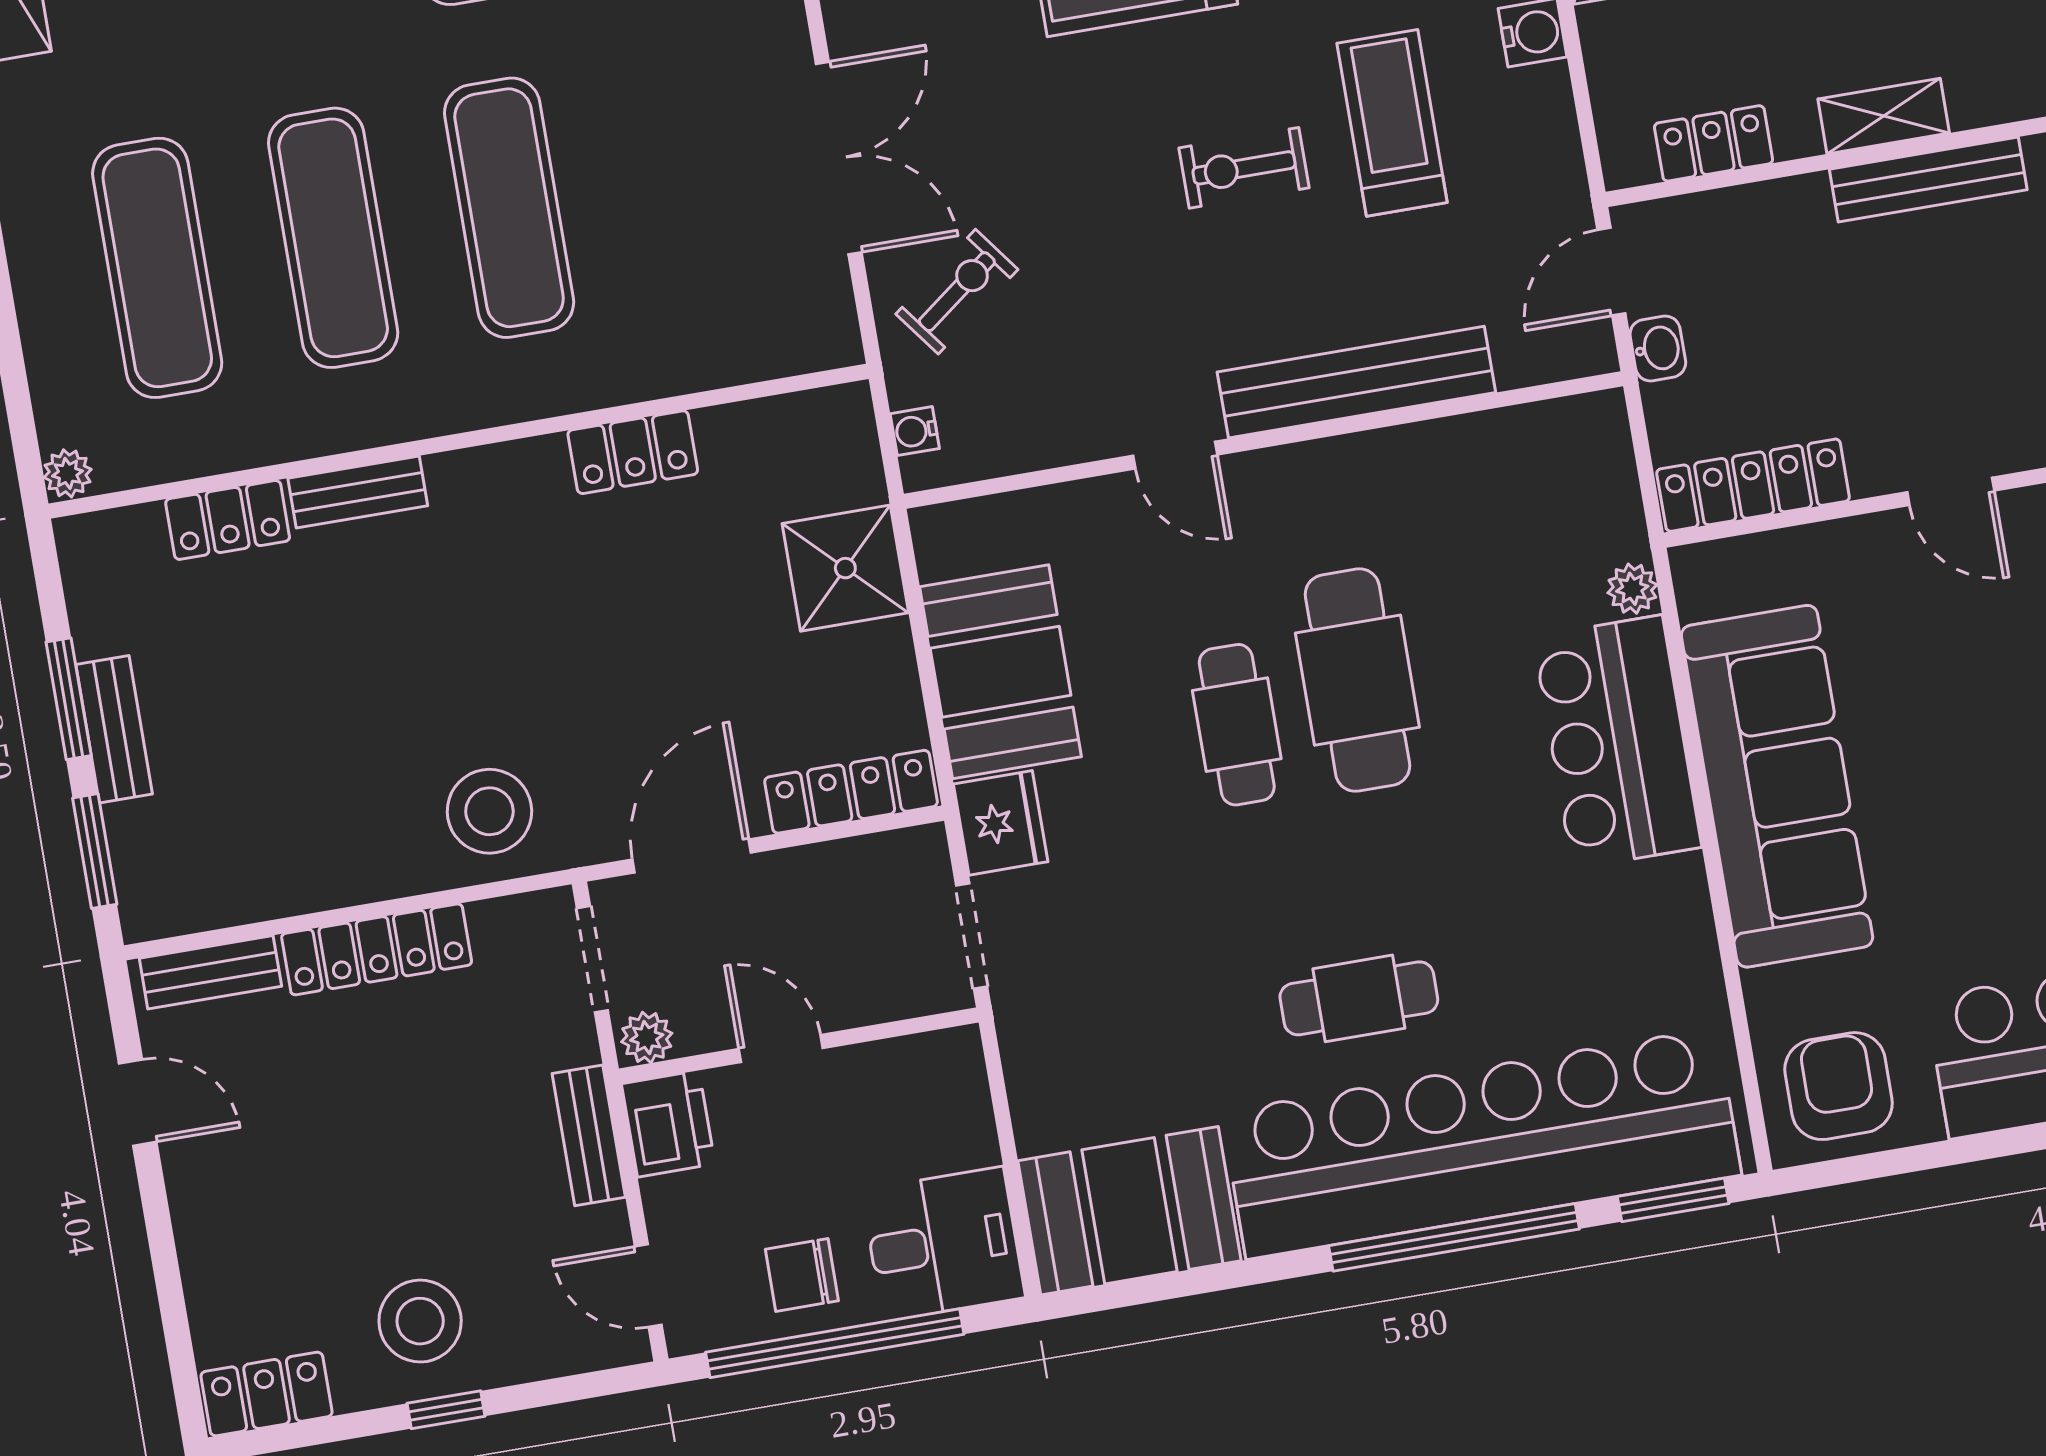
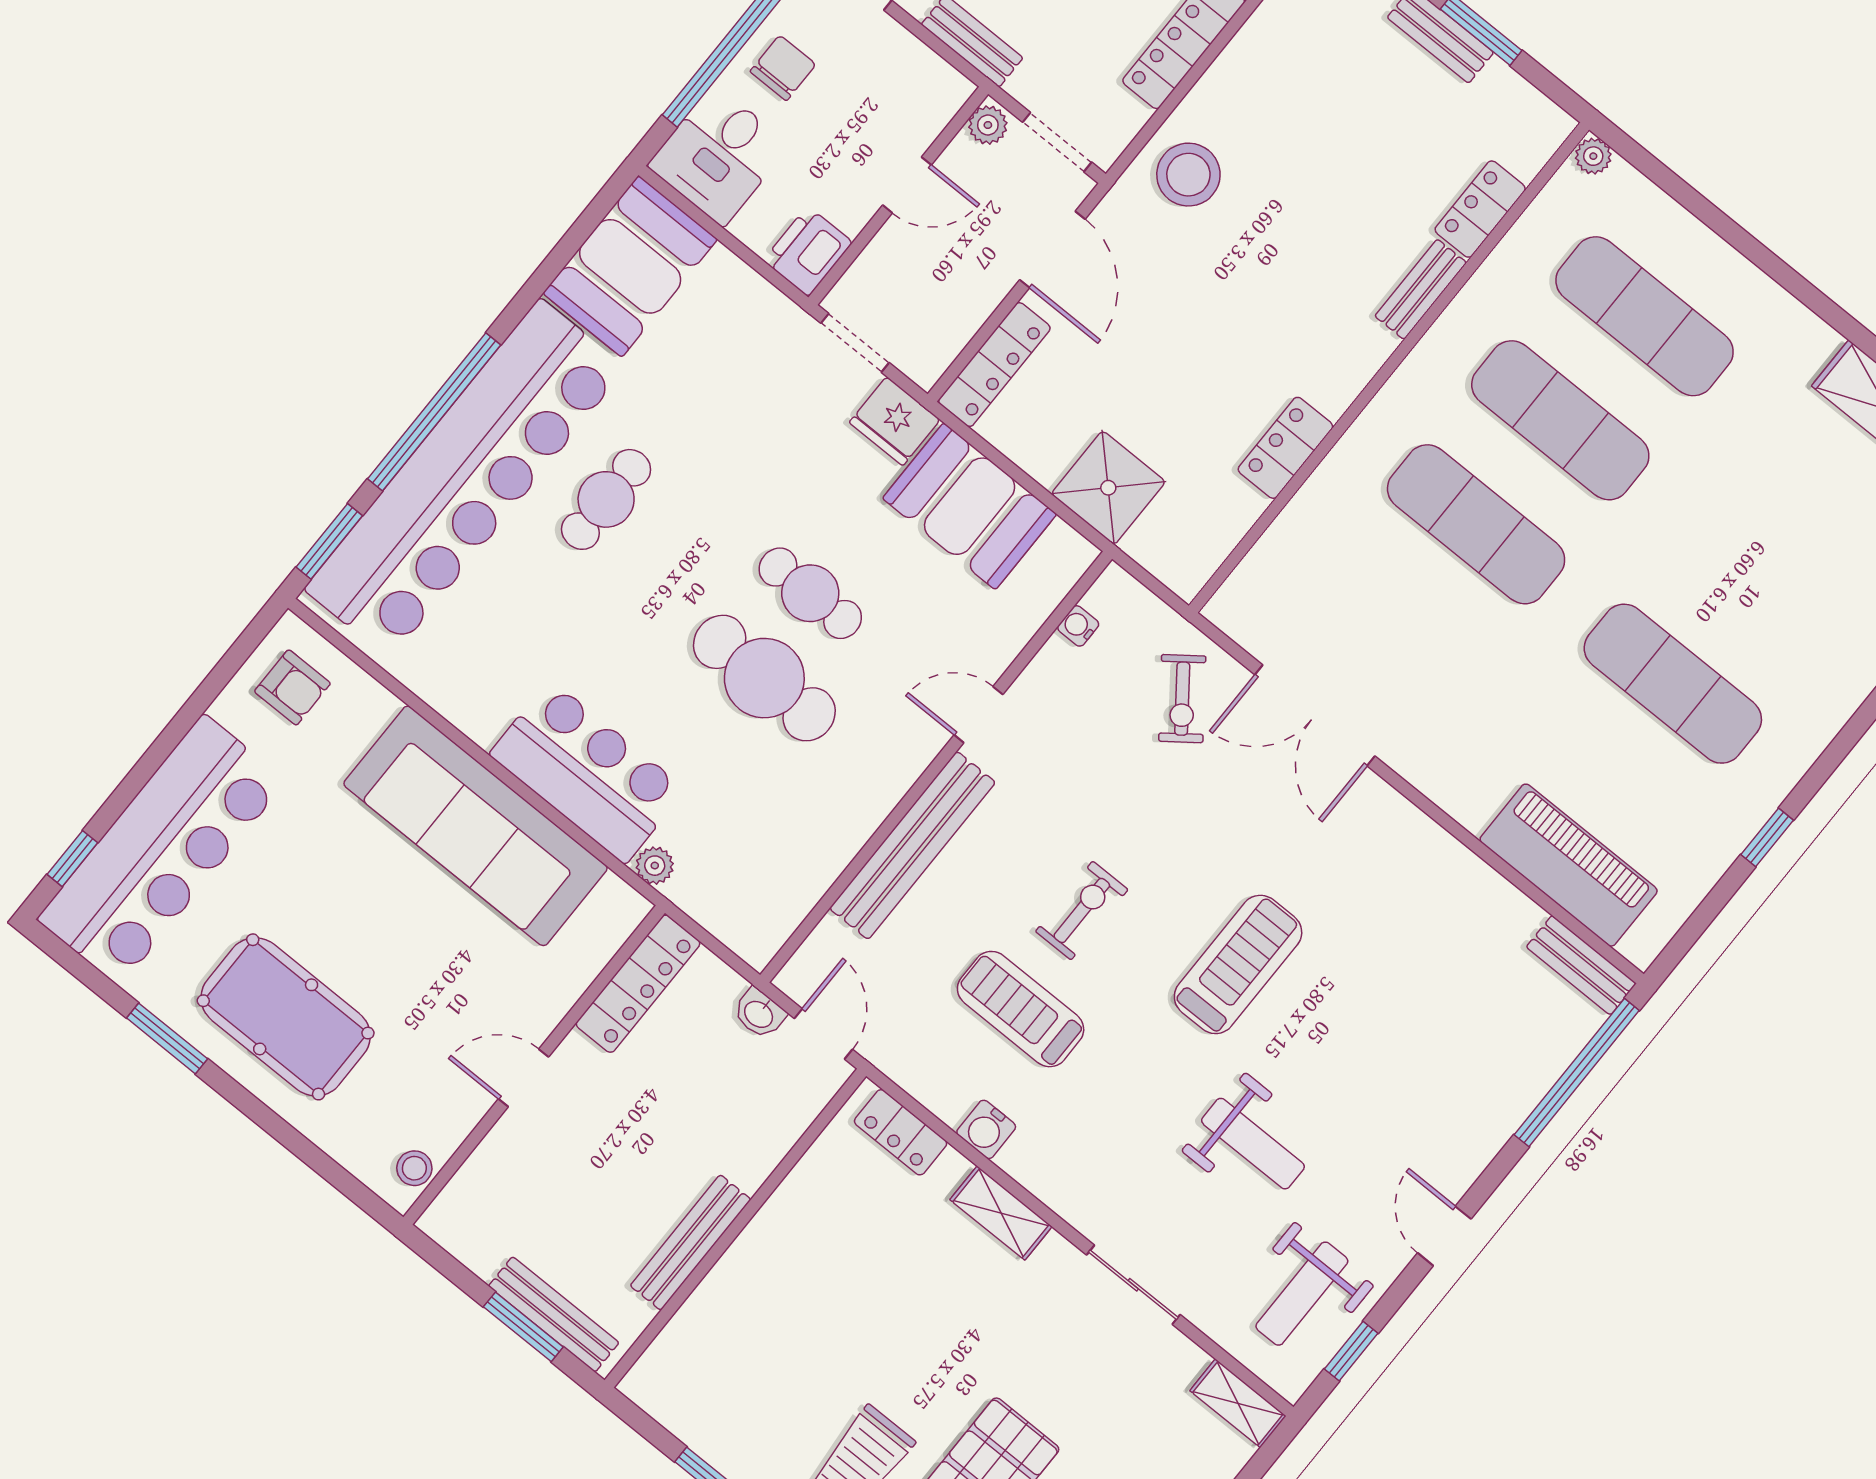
shelving: (1884, 116) -> (747, 1256), removed
treadmill: (1392, 123) -> (1021, 1009), turned 180
locker: (1714, 143) -> (901, 1132), moved, turned 90
water cooler: (915, 431) -> (1078, 626), moved, turned -90
armchair: (1839, 1086) -> (292, 687), width x0.72, depth x0.72
printer: (668, 1124) -> (808, 251), moved, turned 90

